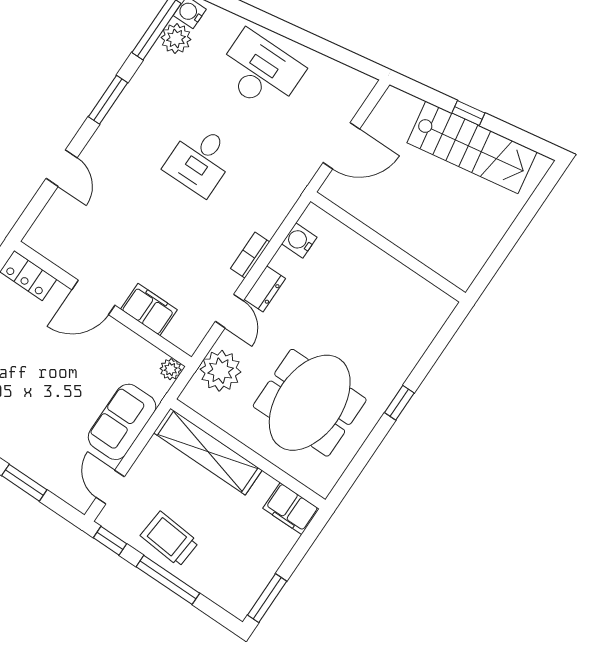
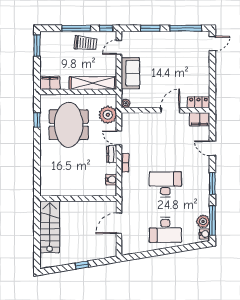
stairs: (472, 147) -> (50, 227), moved, turned 99
desk: (200, 160) -> (165, 184), width x1.37
filing cabinet: (149, 309) -> (199, 119), moved
window: (399, 403) -> (37, 120), moved
door: (110, 487) -> (119, 47), swing flipped

